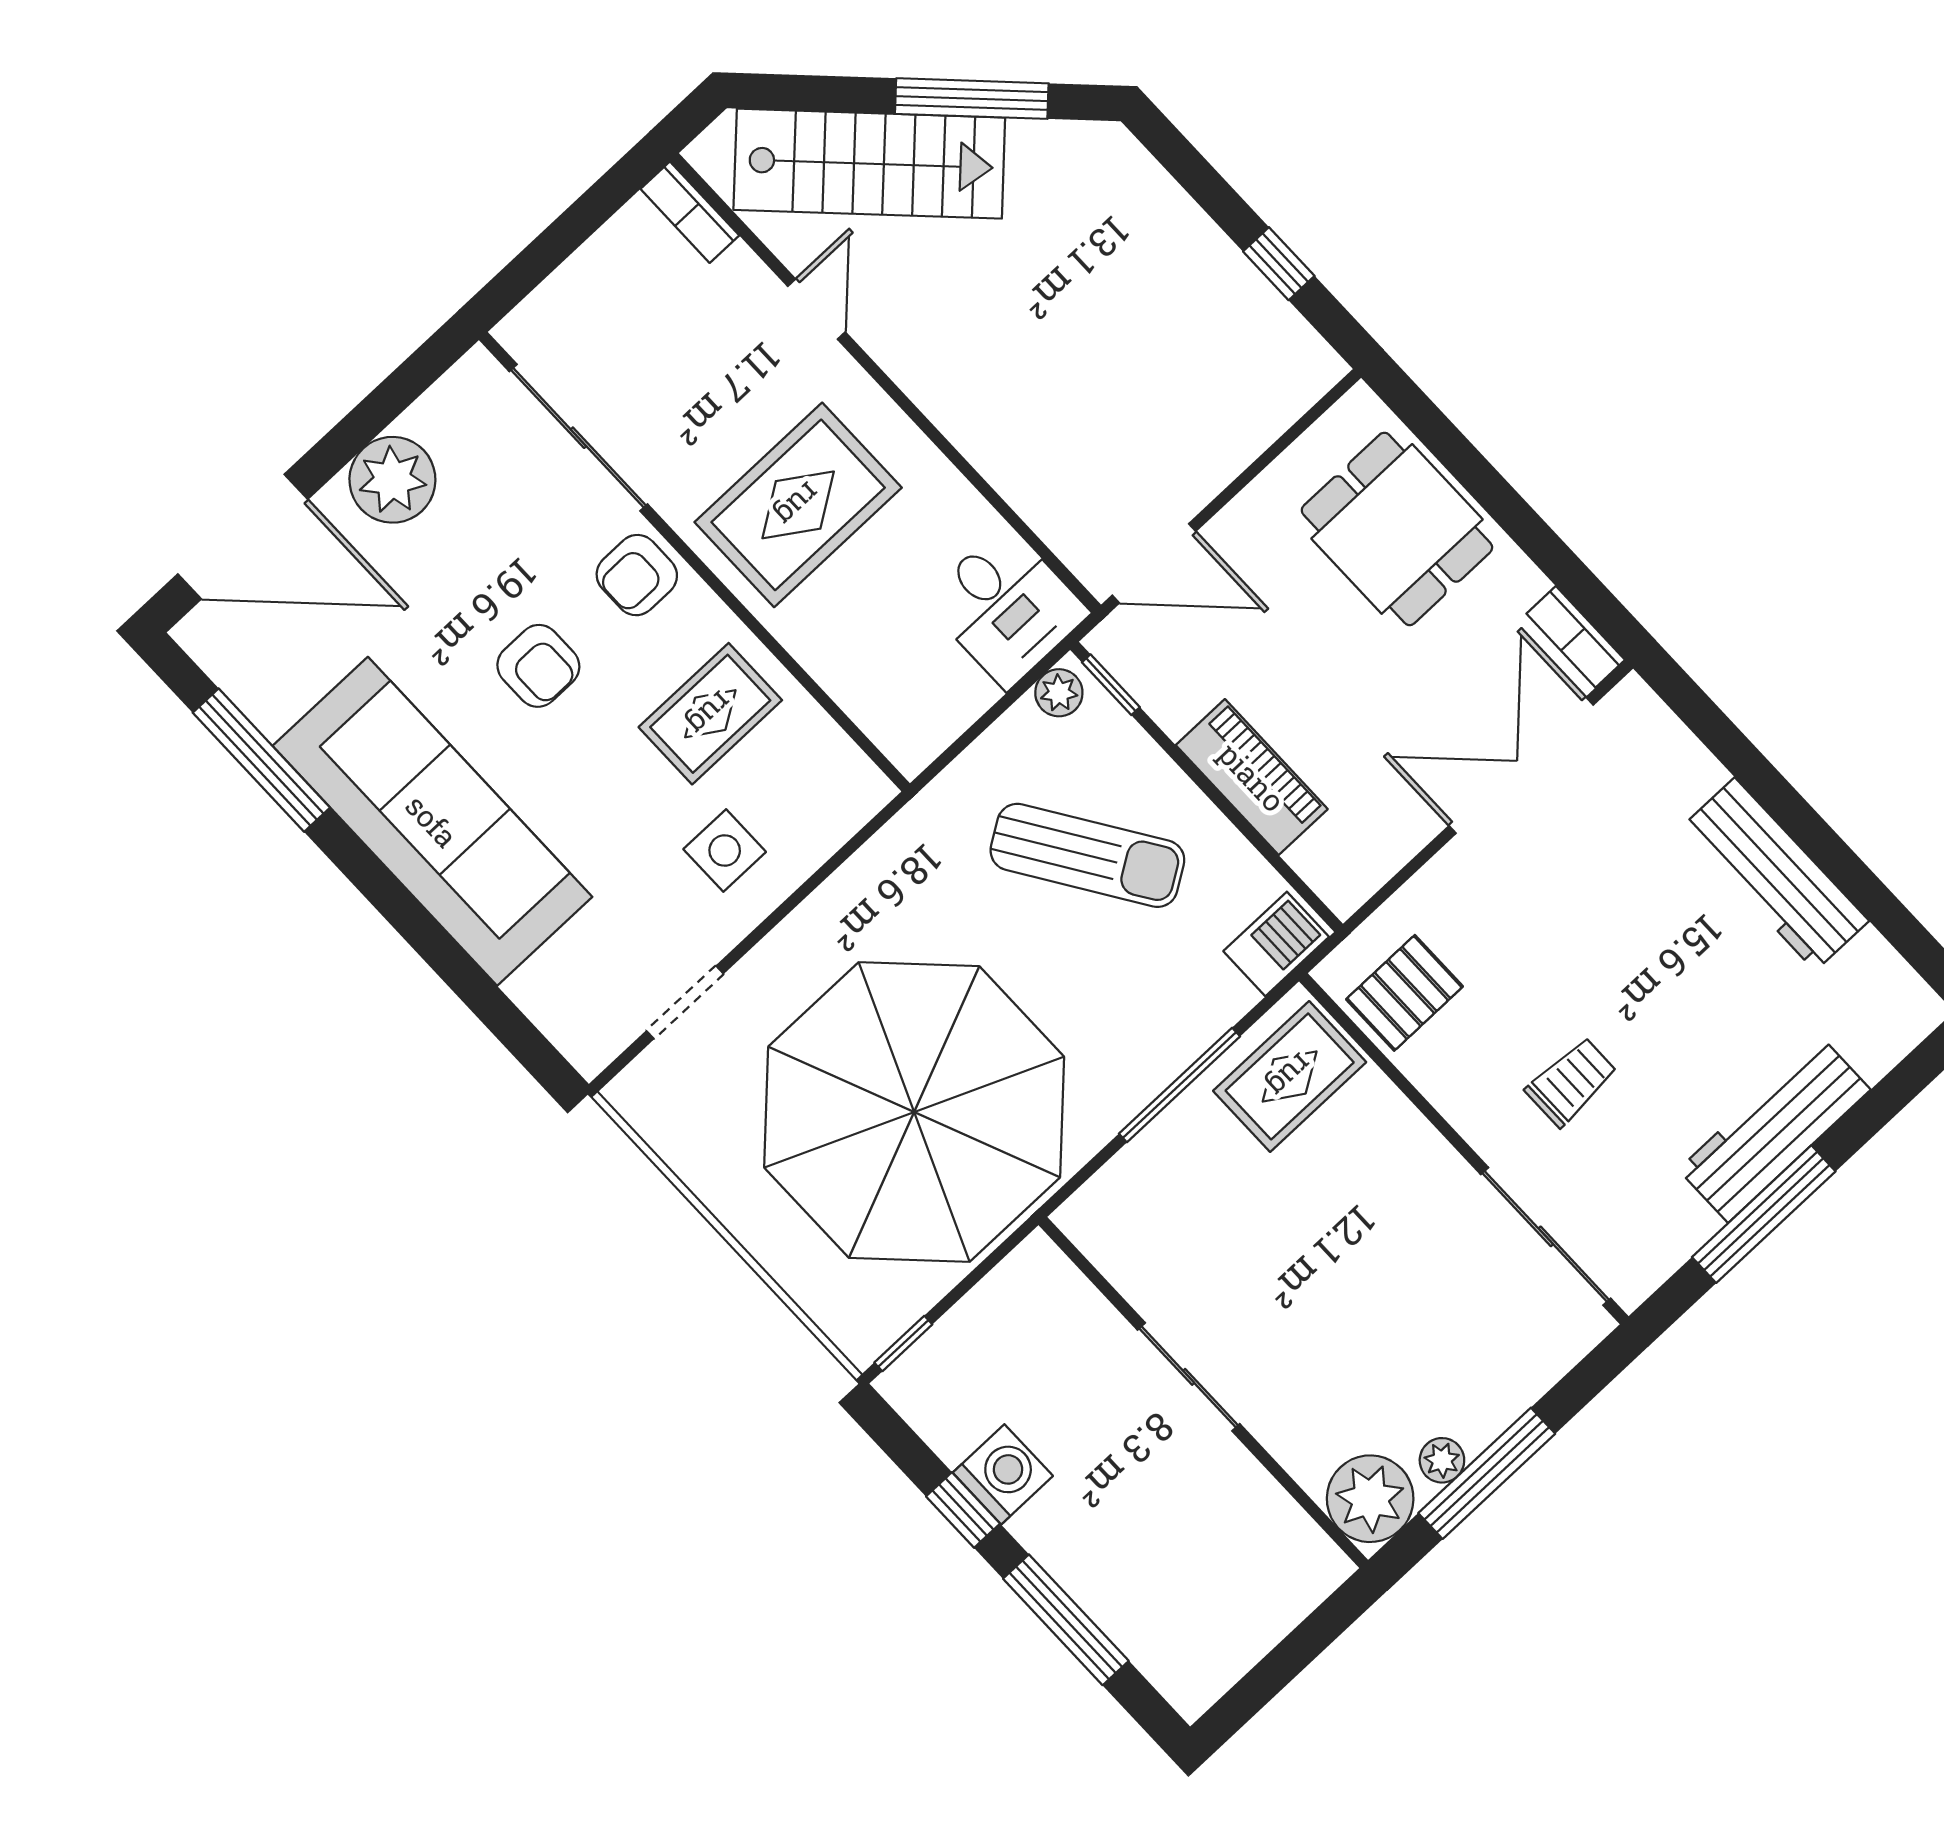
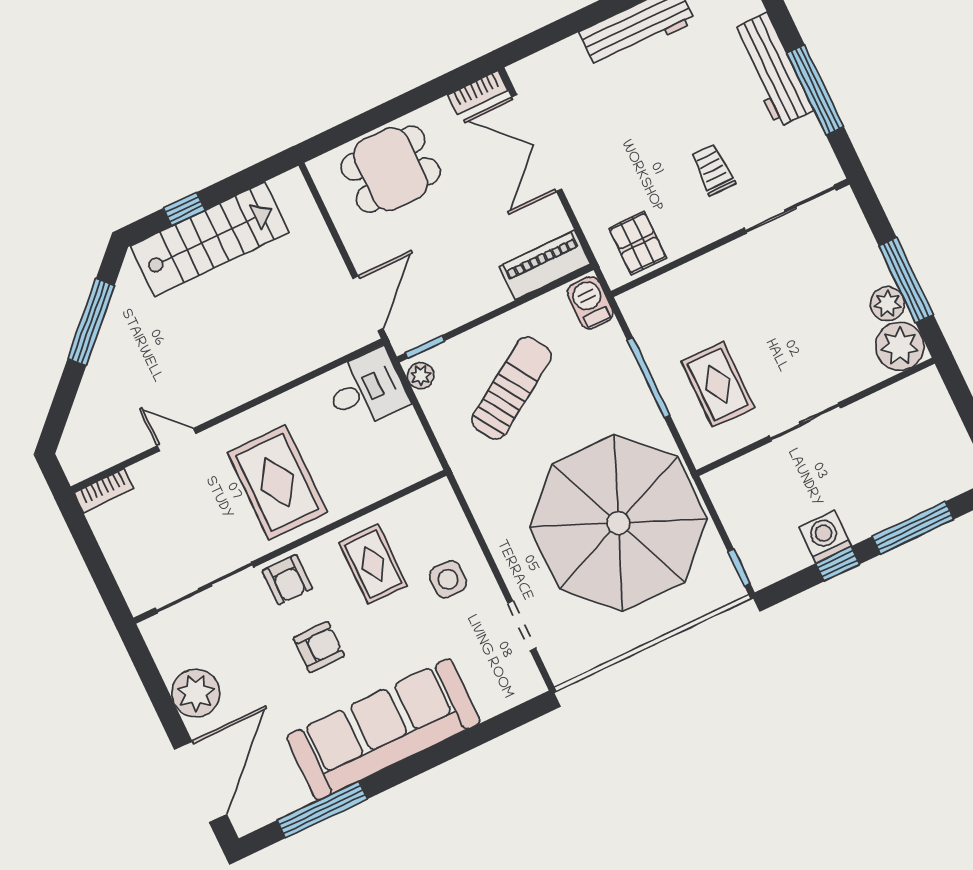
stairs: (869, 164) -> (210, 239), moved, turned 45
window: (1279, 264) -> (184, 209), moved
piano: (1252, 777) -> (545, 265), moved
rug: (1290, 1076) -> (718, 384), moved
plant: (1442, 1460) -> (887, 304), width x1.38, depth x1.38

